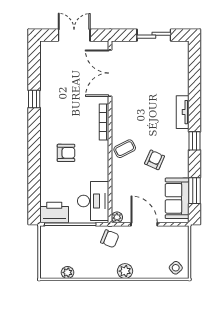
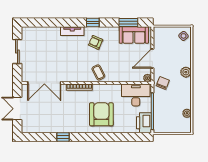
armchair: (66, 153) -> (101, 114), width x1.88, depth x1.88
armchair: (155, 160) -> (96, 42), moved

